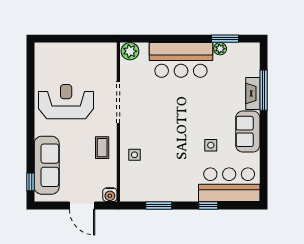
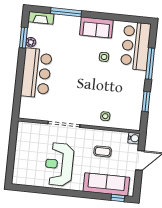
plant: (130, 51) -> (26, 111), removed
fireplace: (253, 93) -> (41, 18), moved
coffee table: (102, 148) -> (103, 151), moved
window: (208, 206) -> (150, 64), width x2.17

